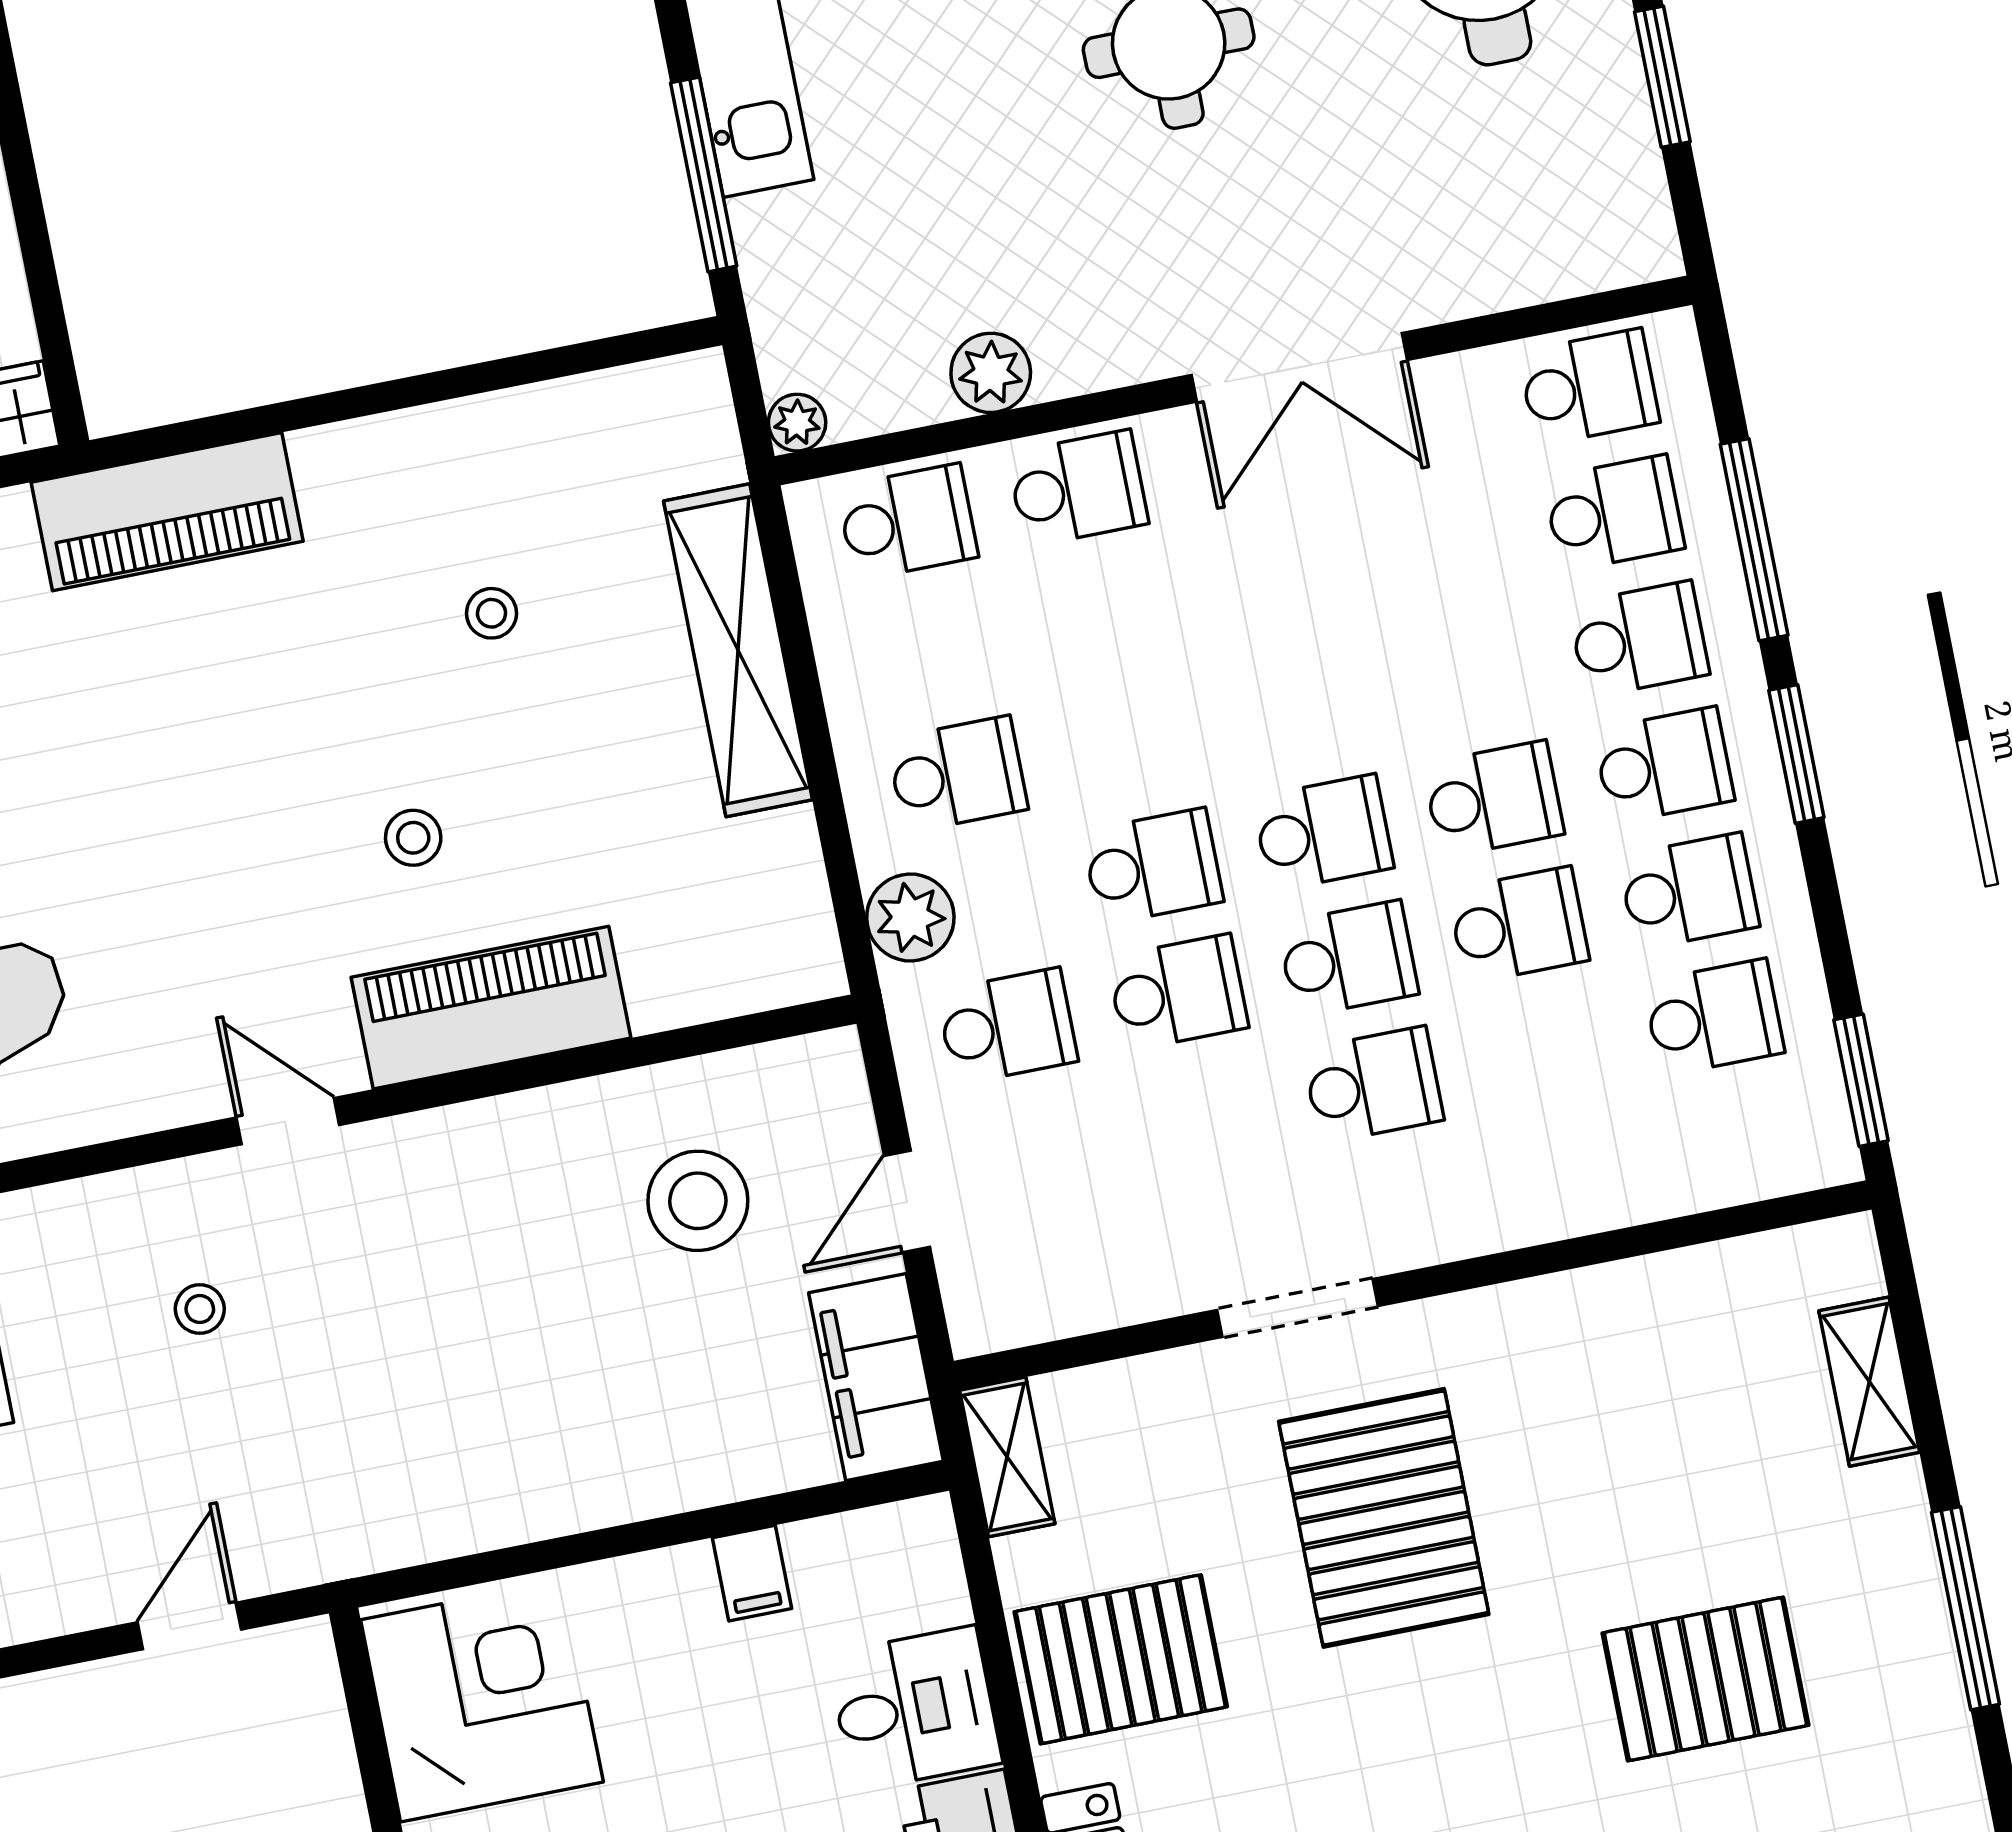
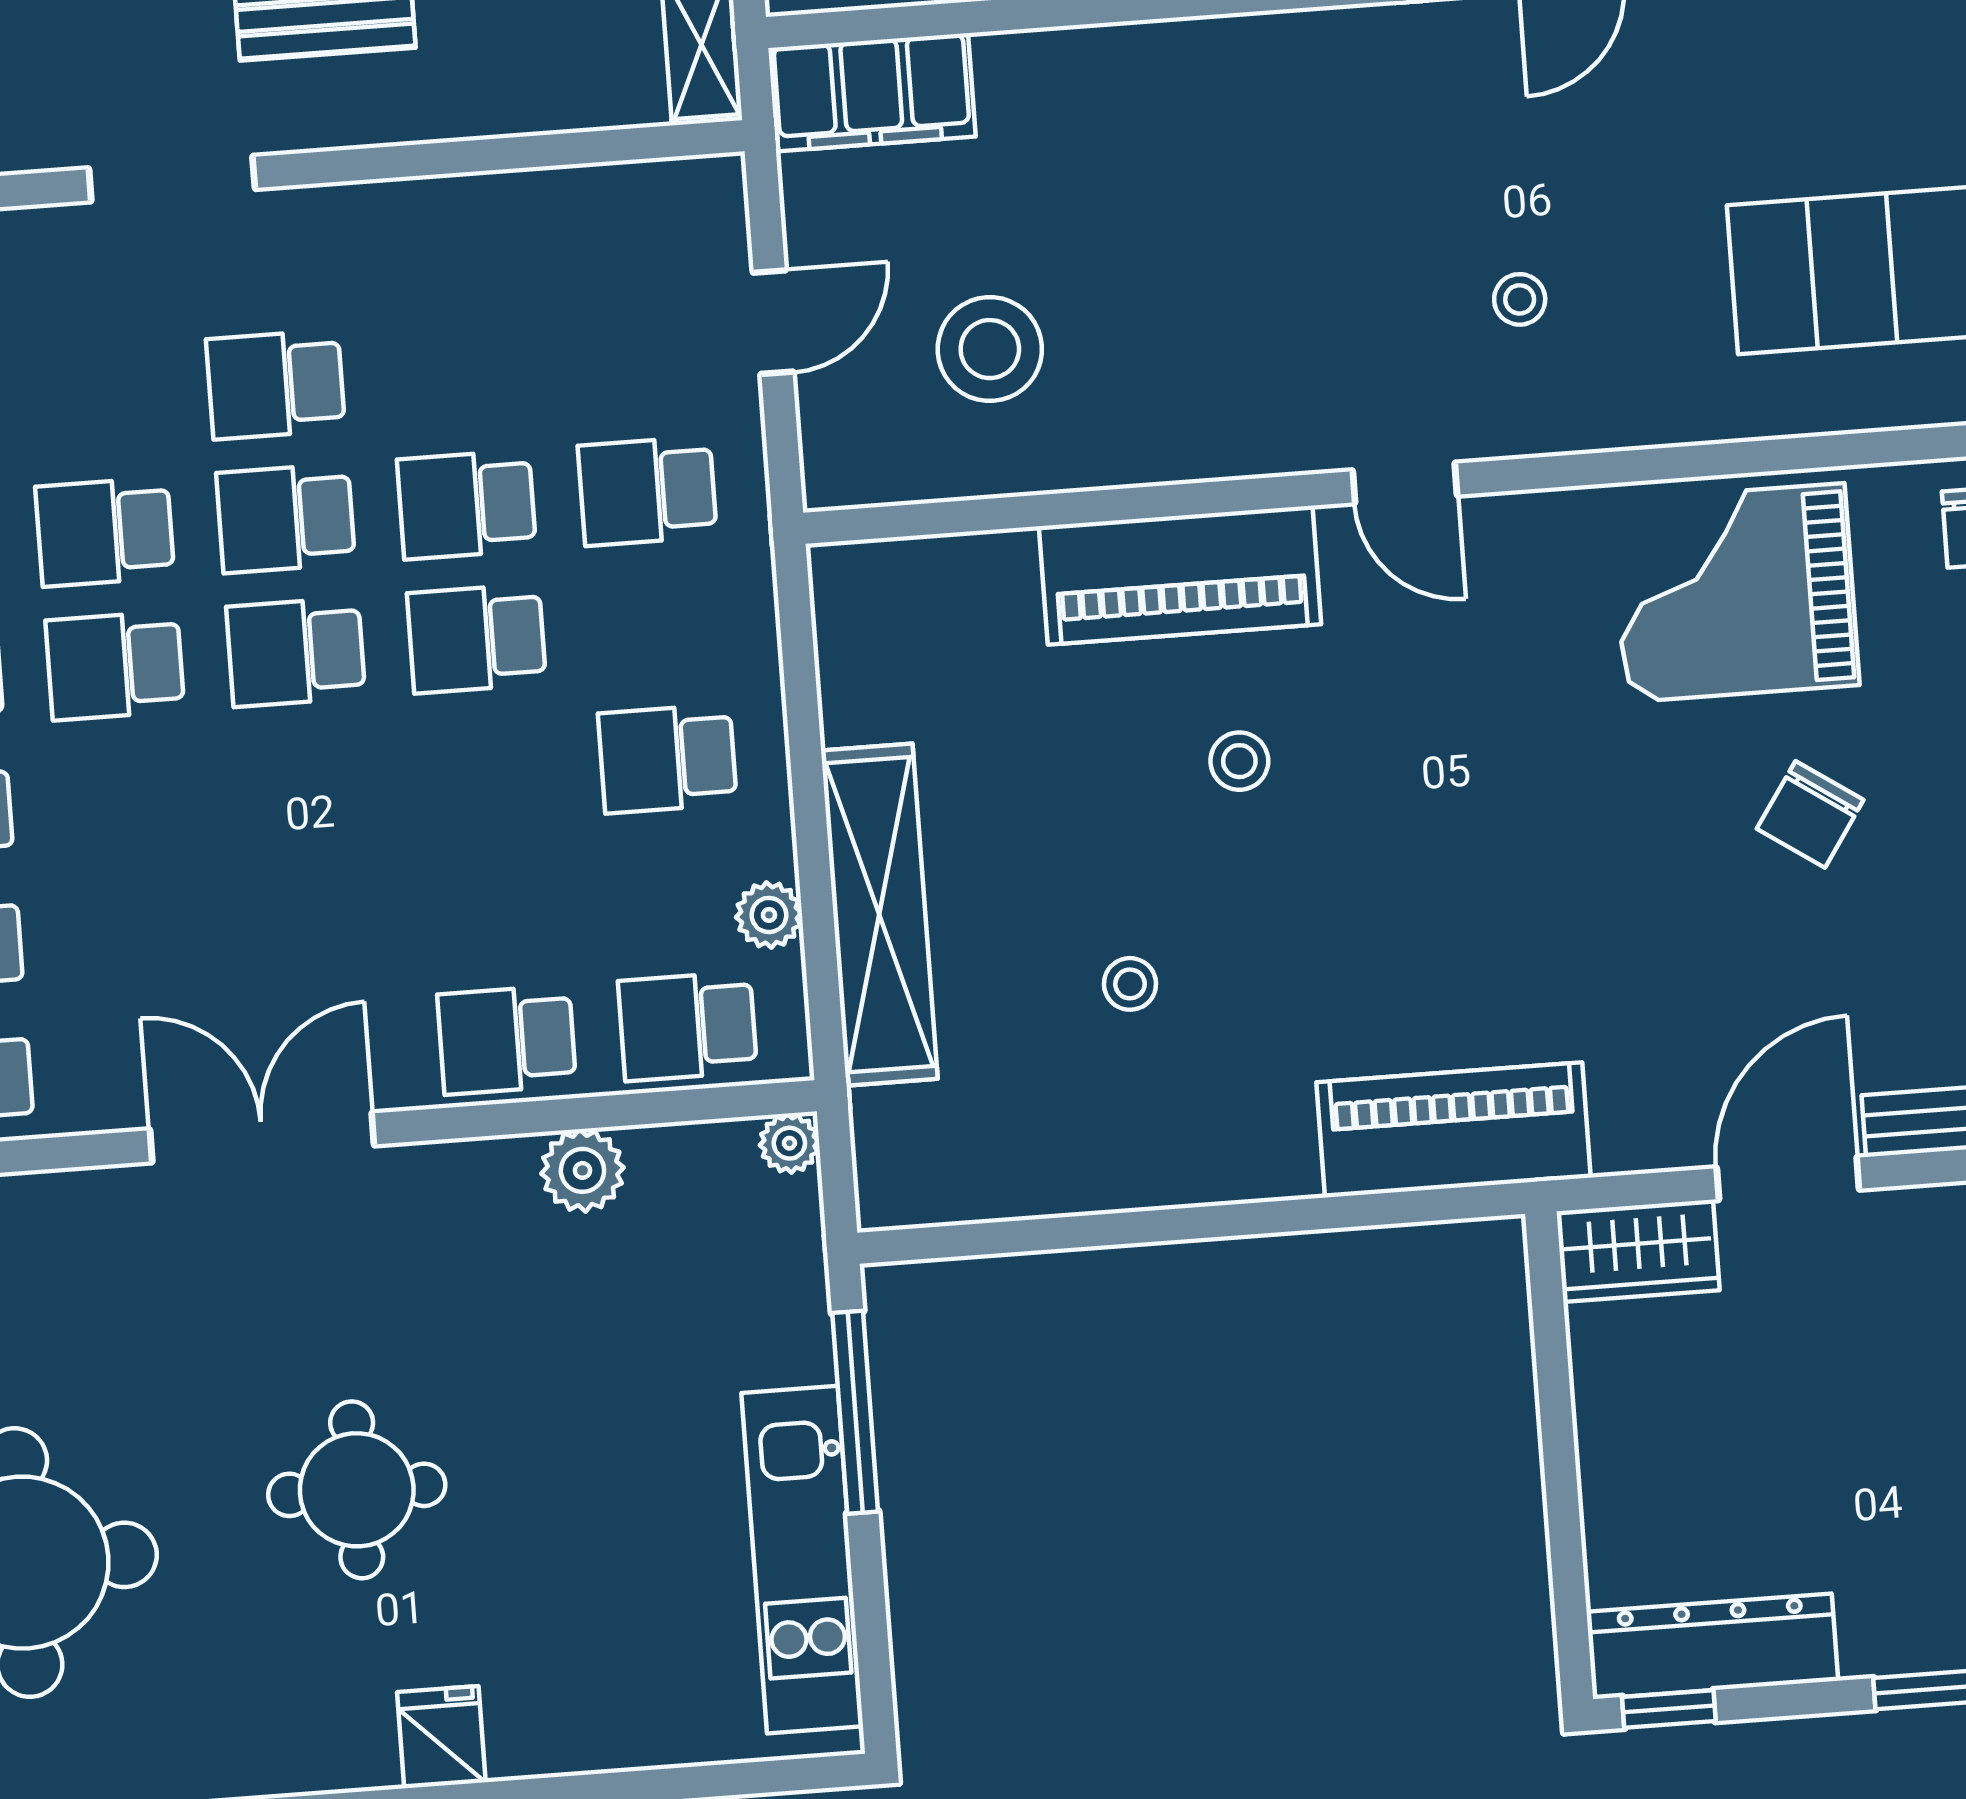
plant: (910, 918) -> (769, 915), moved, width x0.73, depth x0.73
doorway: (1297, 1308) -> (172, 179), moved
filing cabinet: (876, 1377) -> (872, 92), moved, turned 90

